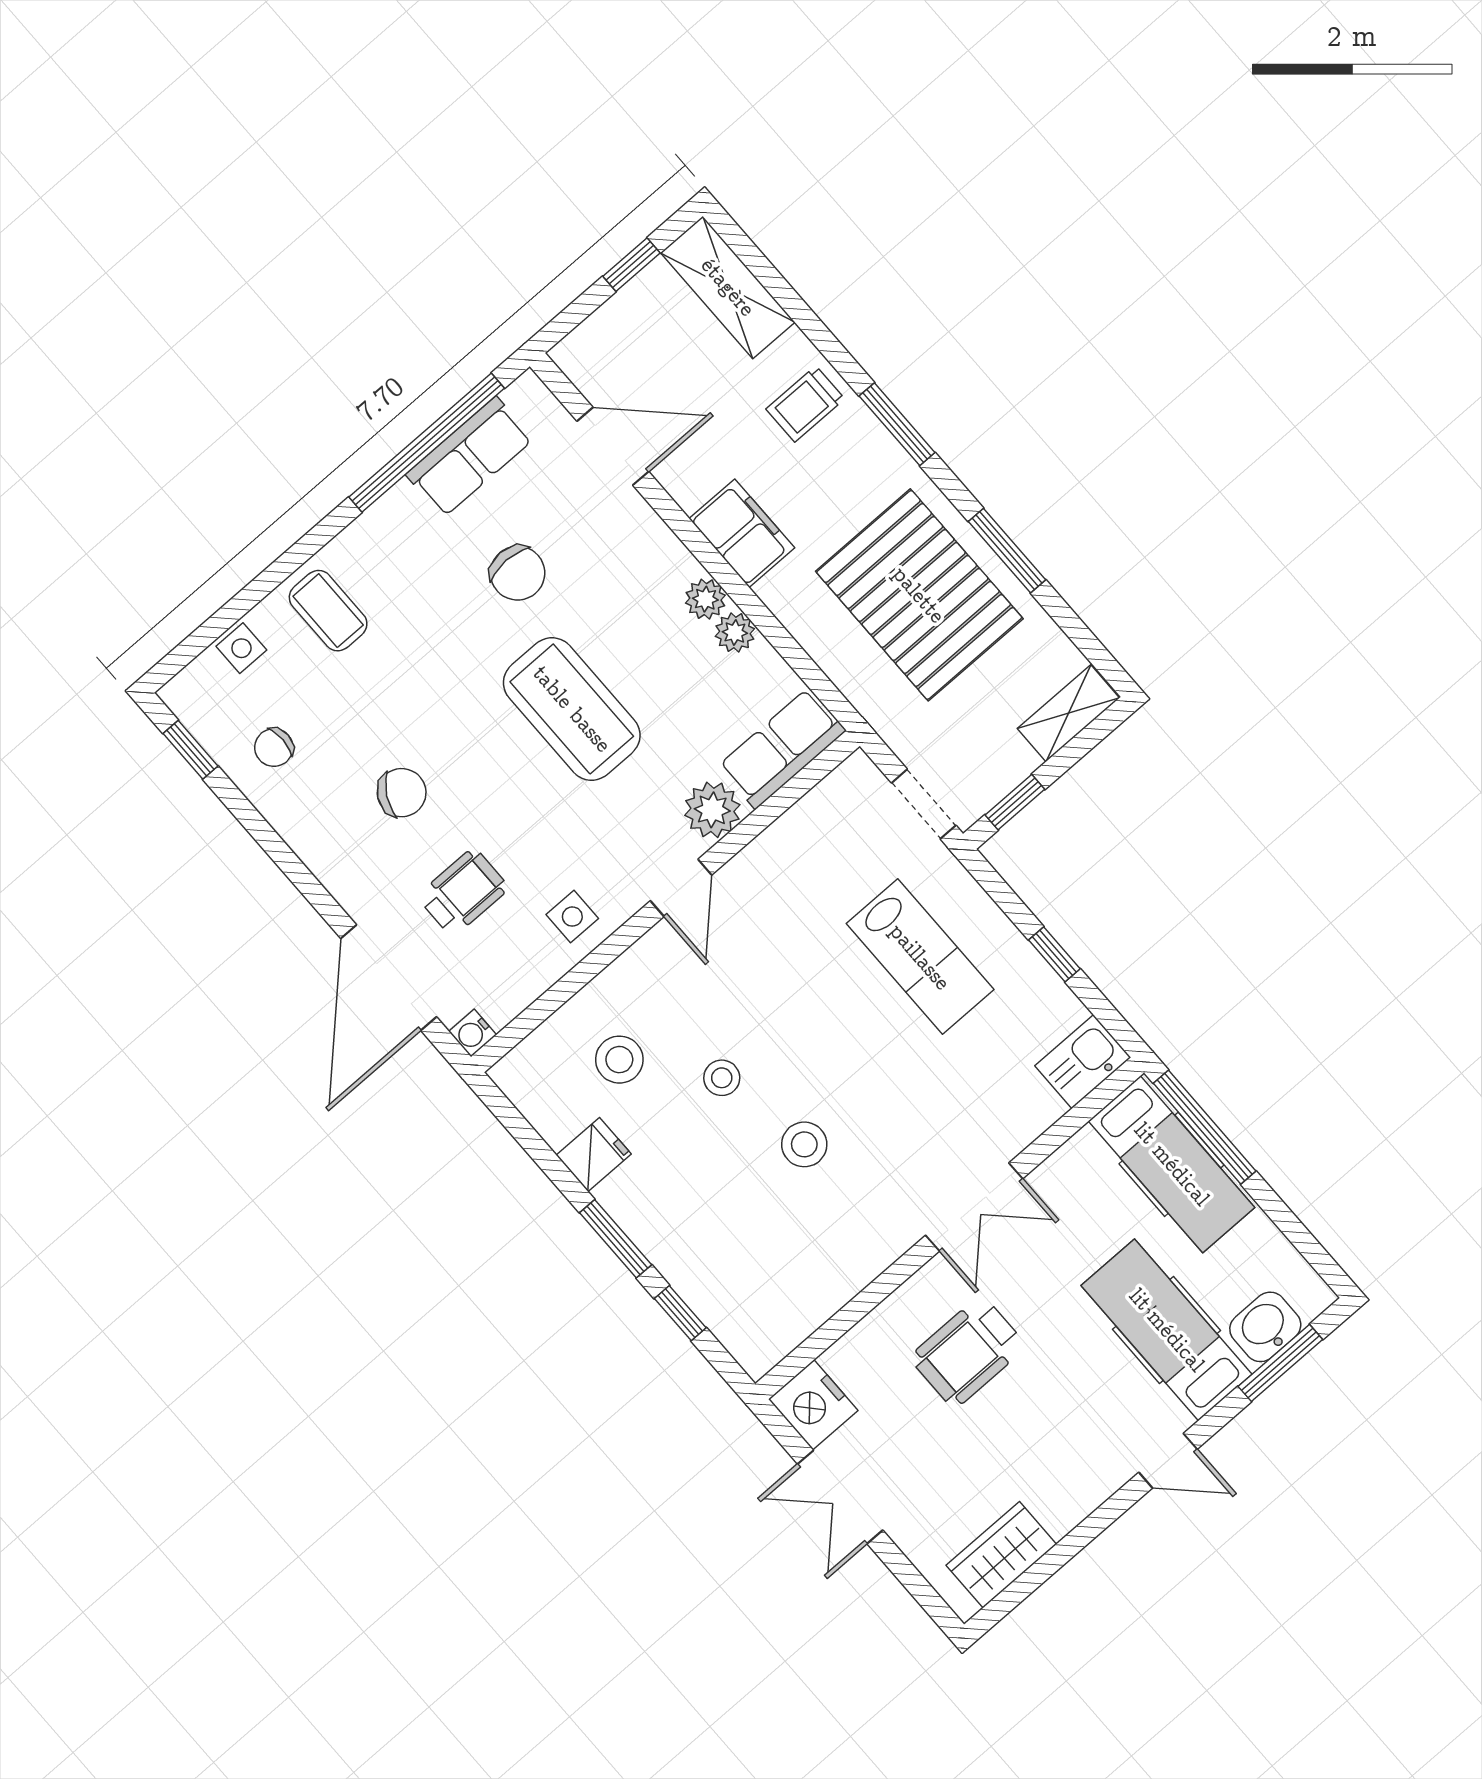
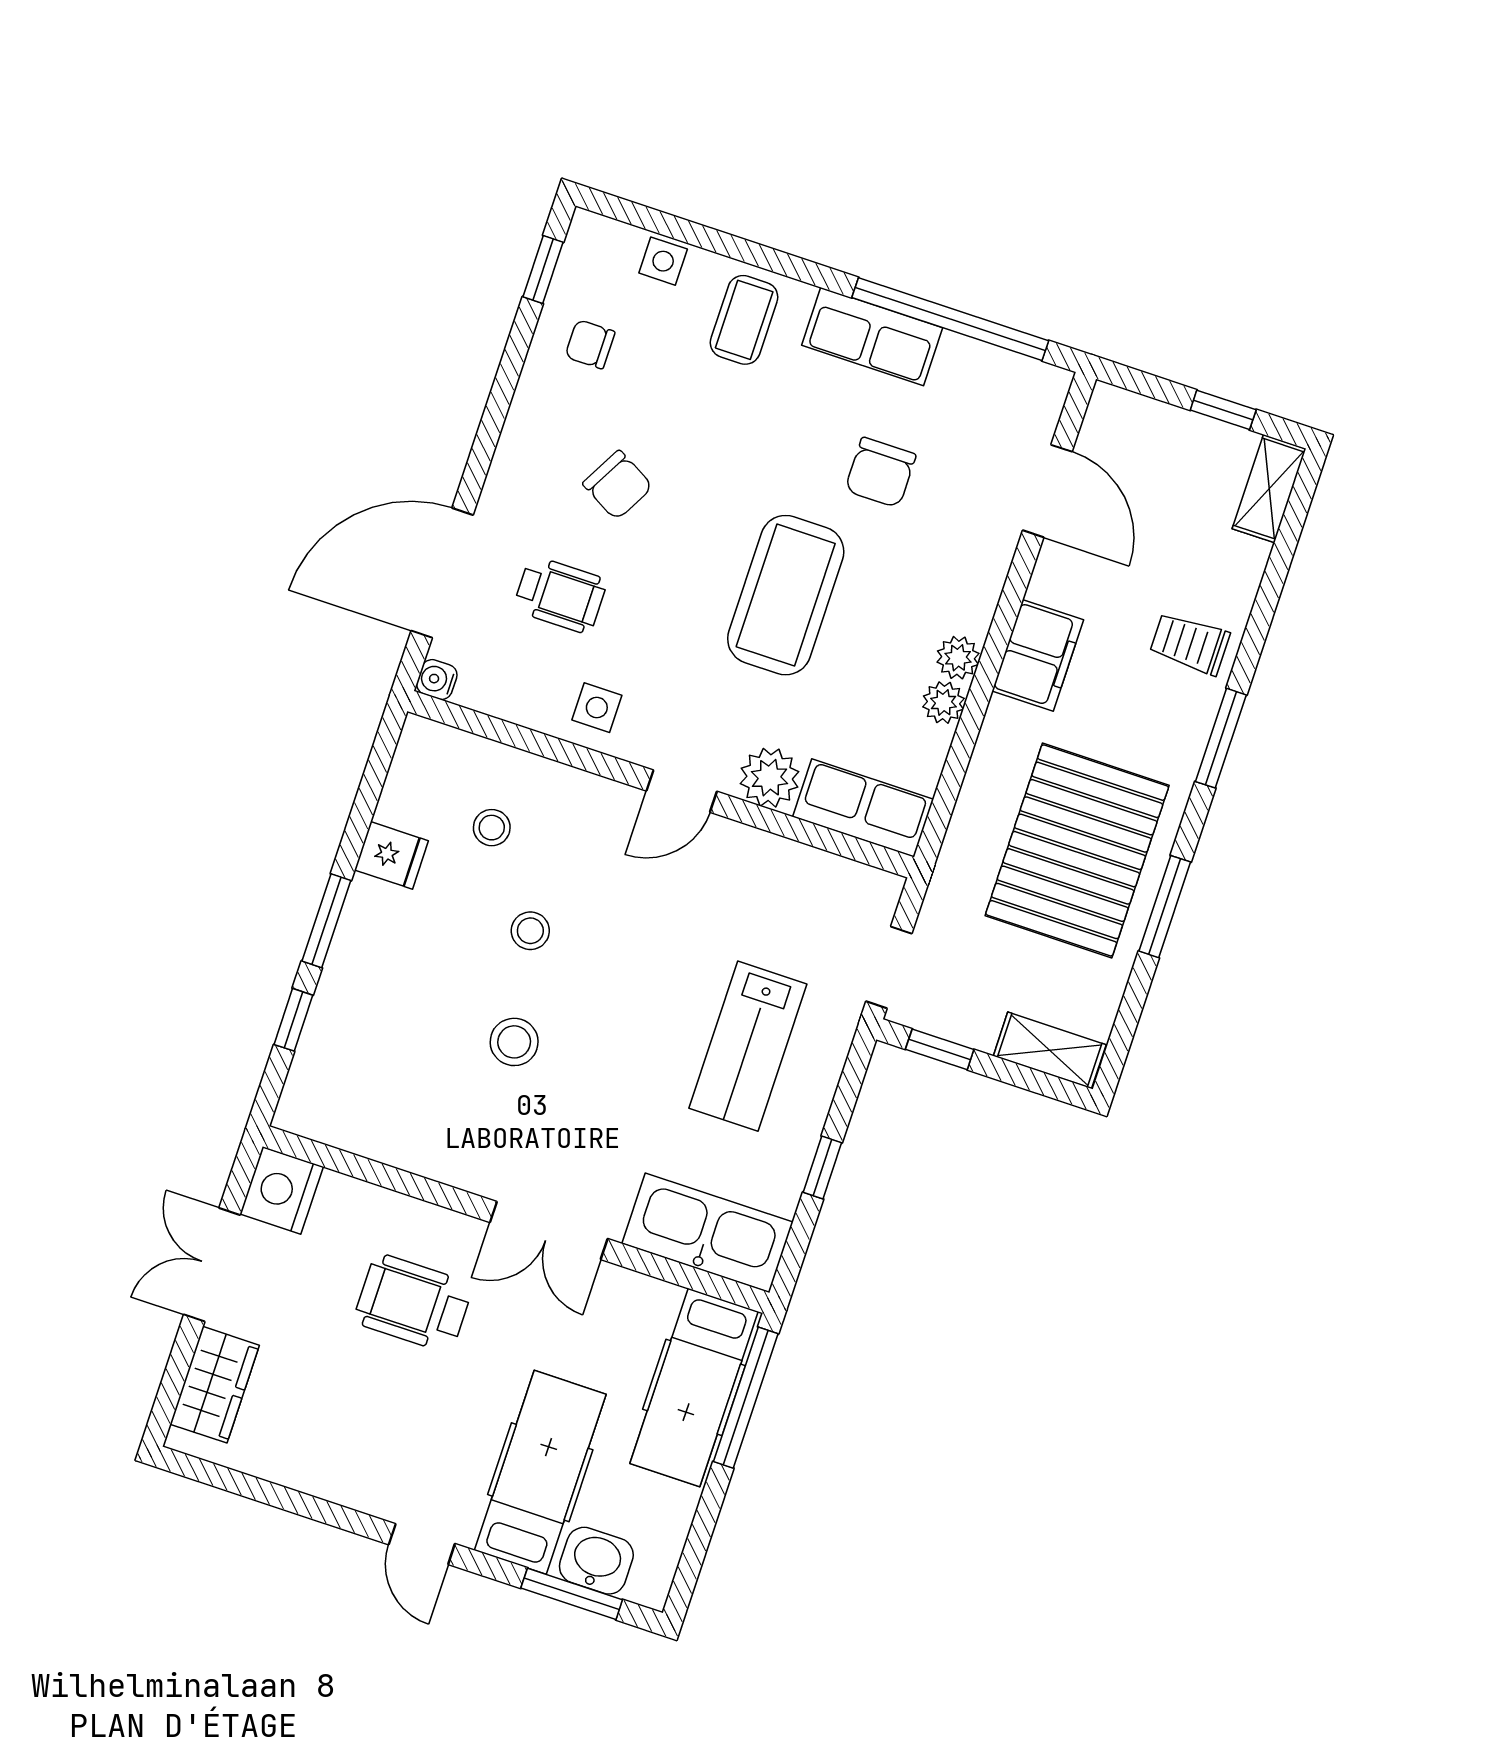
shelving: (728, 287) -> (1269, 489), width x0.67, depth x0.75
row of seats: (470, 457) -> (872, 337), moved
stool: (619, 1060) -> (492, 828), width x0.73, depth x0.73
kitchen sink: (1083, 1062) -> (708, 1233), width x1.88, depth x1.24
wardrobe: (1001, 1555) -> (215, 1385), moved, turned 90

